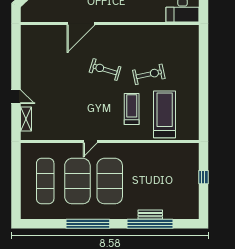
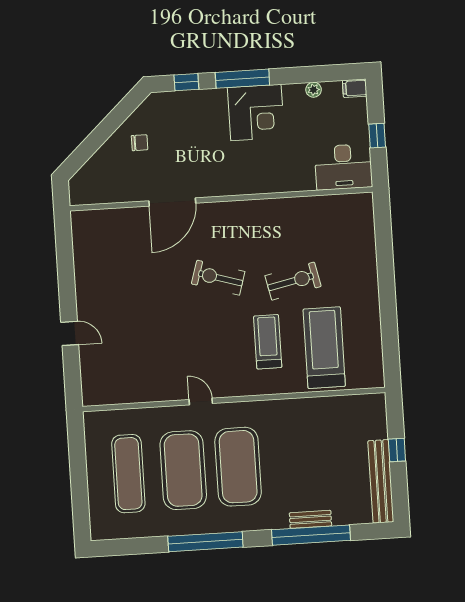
shelving: (26, 119) -> (89, 370), removed
door: (90, 142) -> (201, 402), swing flipped
bench: (193, 195) -> (381, 481), added

